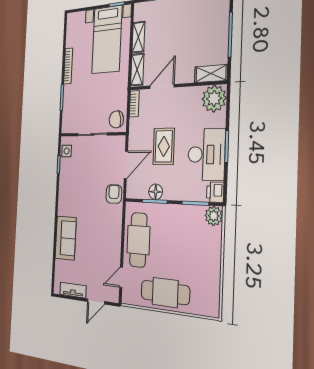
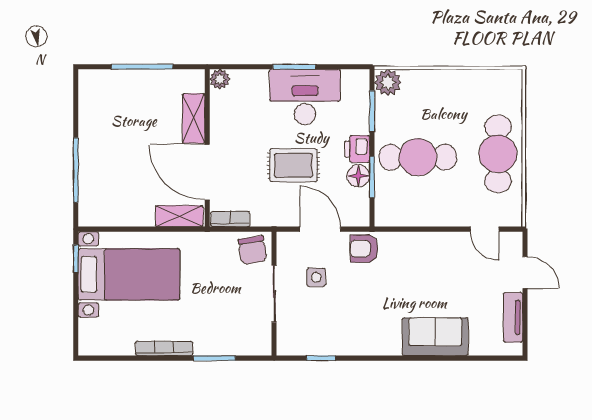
shelving: (138, 37) -> (131, 216), removed
shelving: (211, 74) -> (194, 118), moved
door: (162, 87) -> (207, 172), width x1.36
plant: (214, 99) -> (220, 79), width x0.53, depth x0.53
side table: (67, 151) -> (316, 277), moved
printer: (215, 192) -> (357, 149), moved, turned 90
cafe table: (138, 240) -> (418, 157), moved

